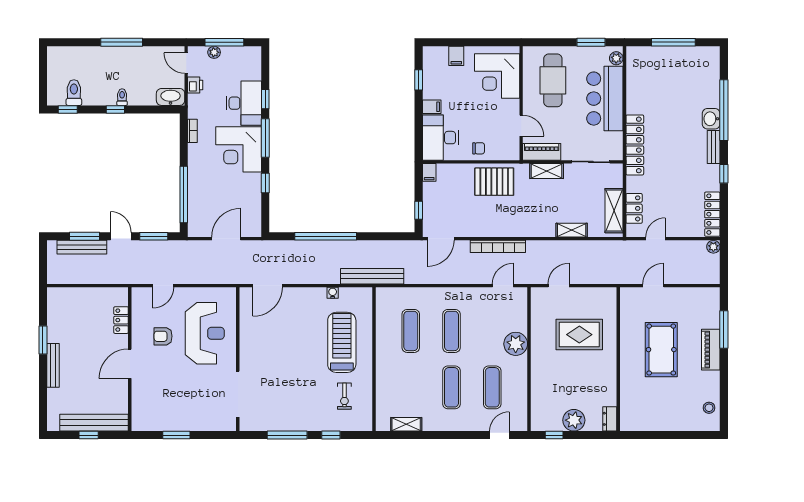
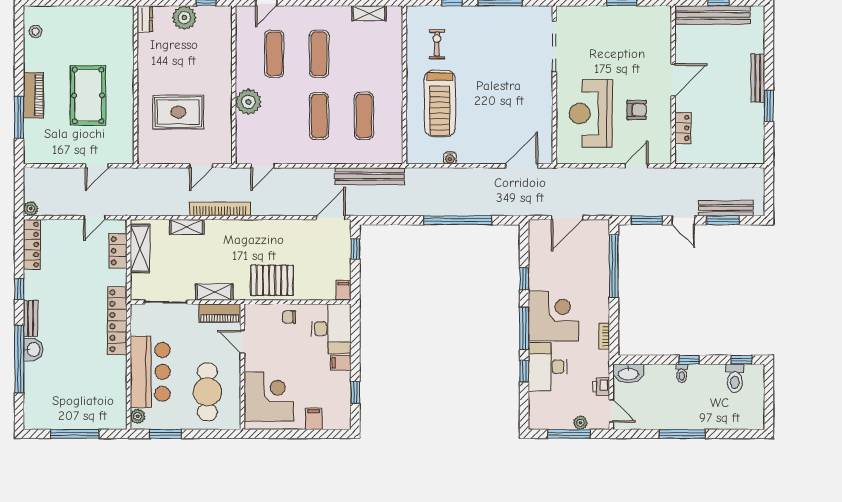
bookcase: (498, 246) -> (220, 209), moved
bench: (372, 276) -> (370, 176), moved

